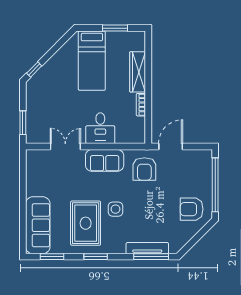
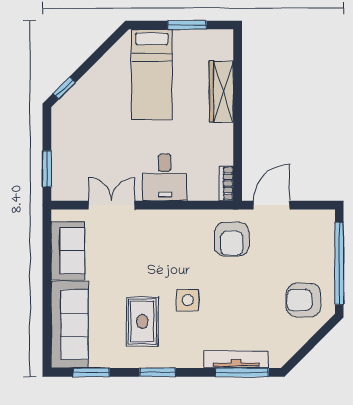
bookcase: (141, 105) -> (226, 184), moved
sofa: (105, 160) -> (68, 250), moved, turned -90
rug: (86, 223) -> (142, 322), width x0.73, depth x0.70

